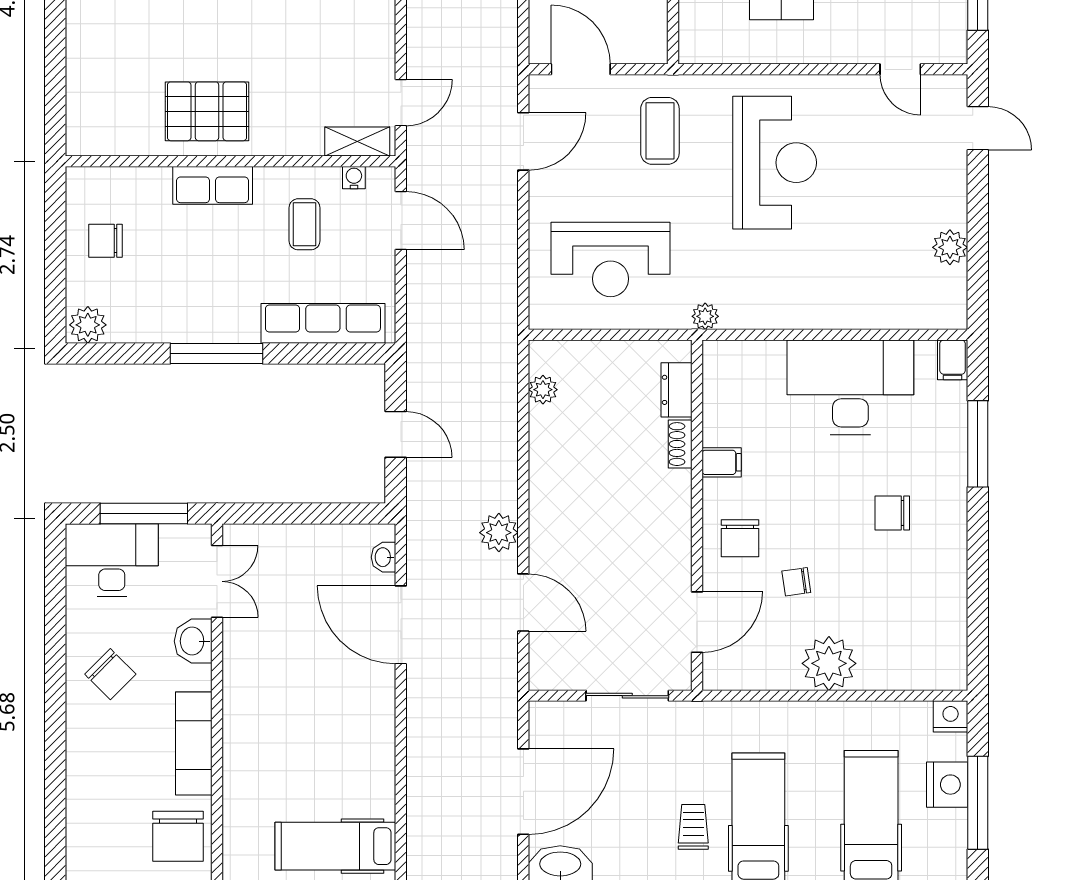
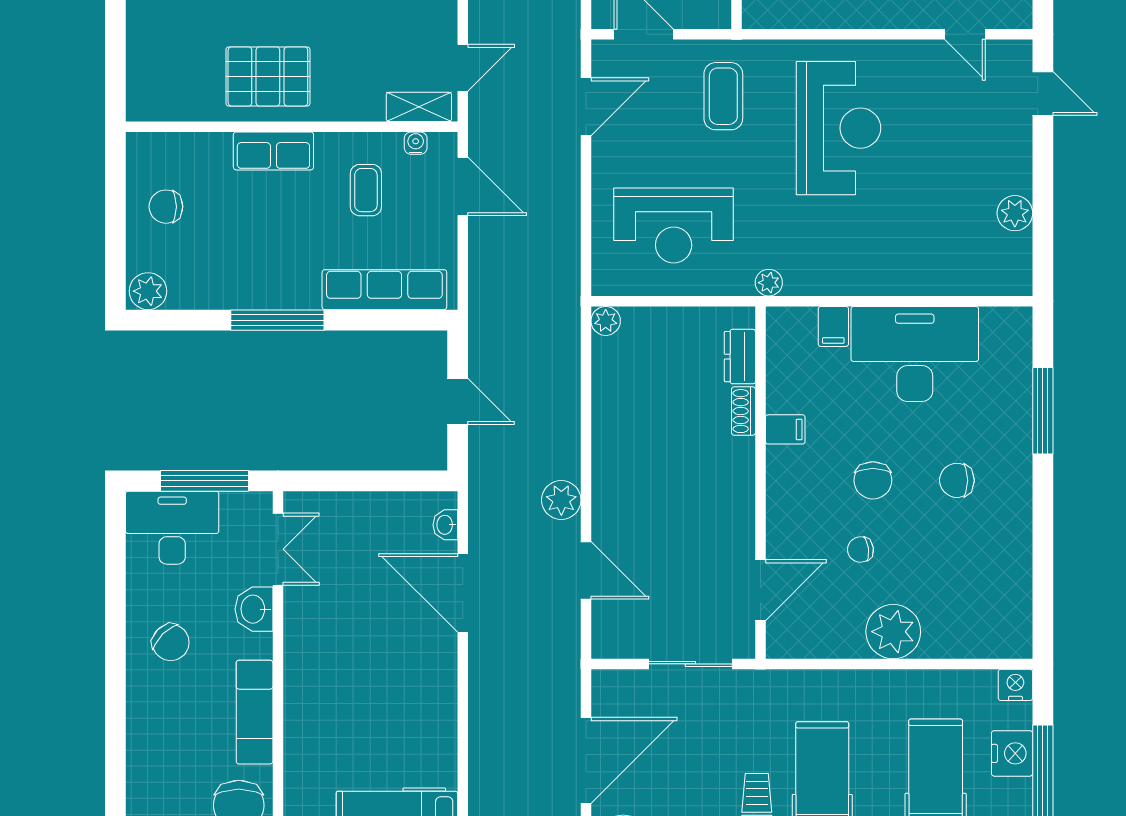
filing cabinet: (953, 360) -> (833, 326), moved
plant: (543, 390) -> (606, 321), moved
chair: (740, 538) -> (873, 480), moved

